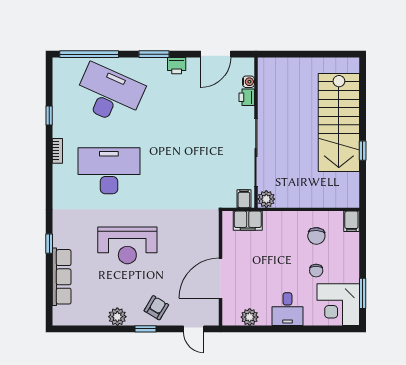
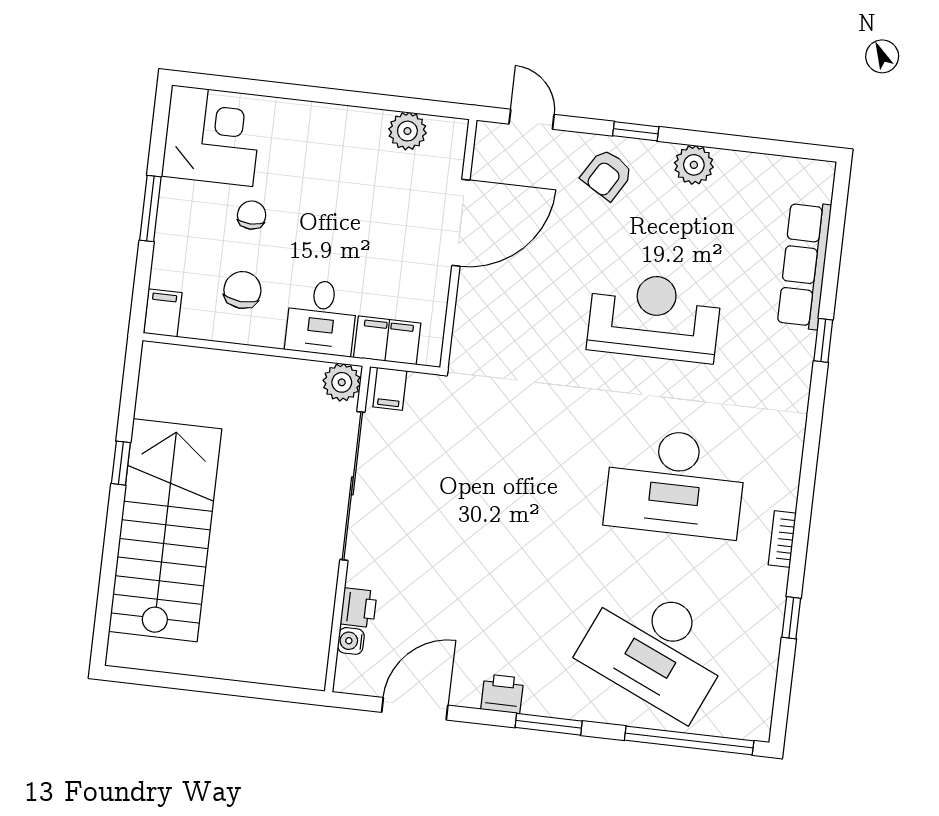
window: (363, 293) -> (150, 209), moved
desk: (287, 309) -> (322, 317), moved, turned 180

